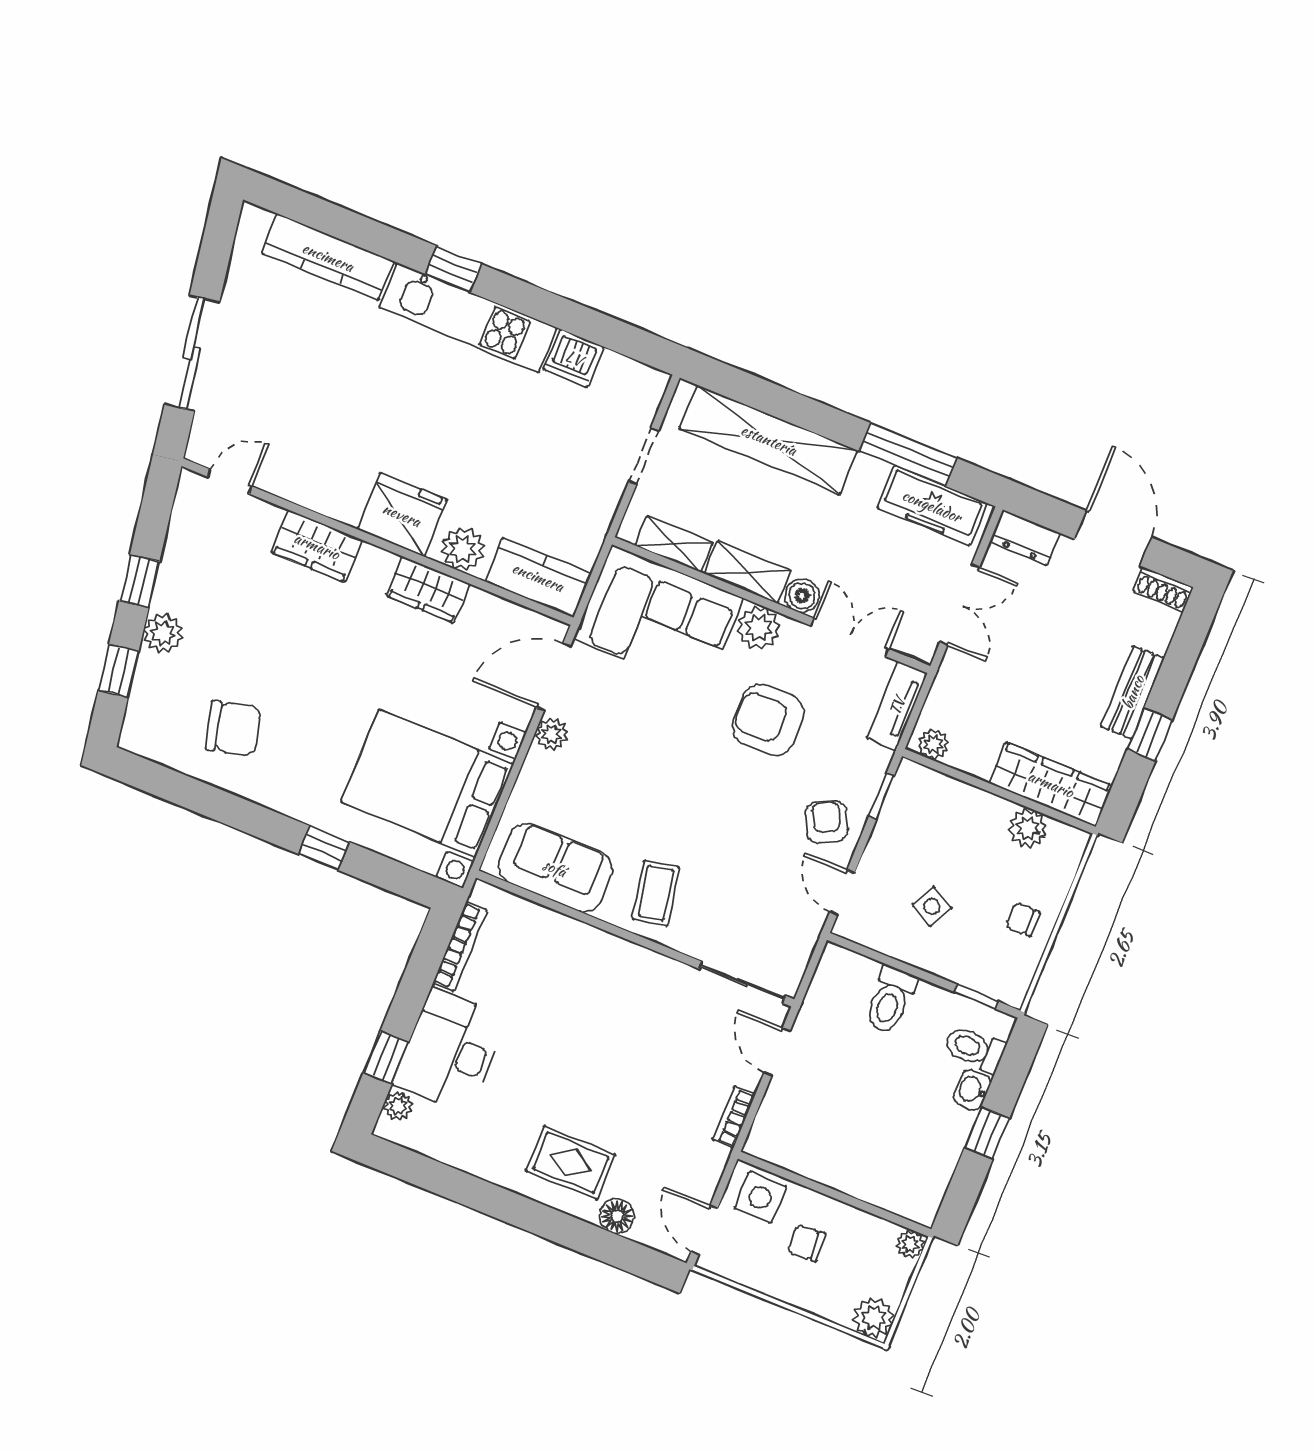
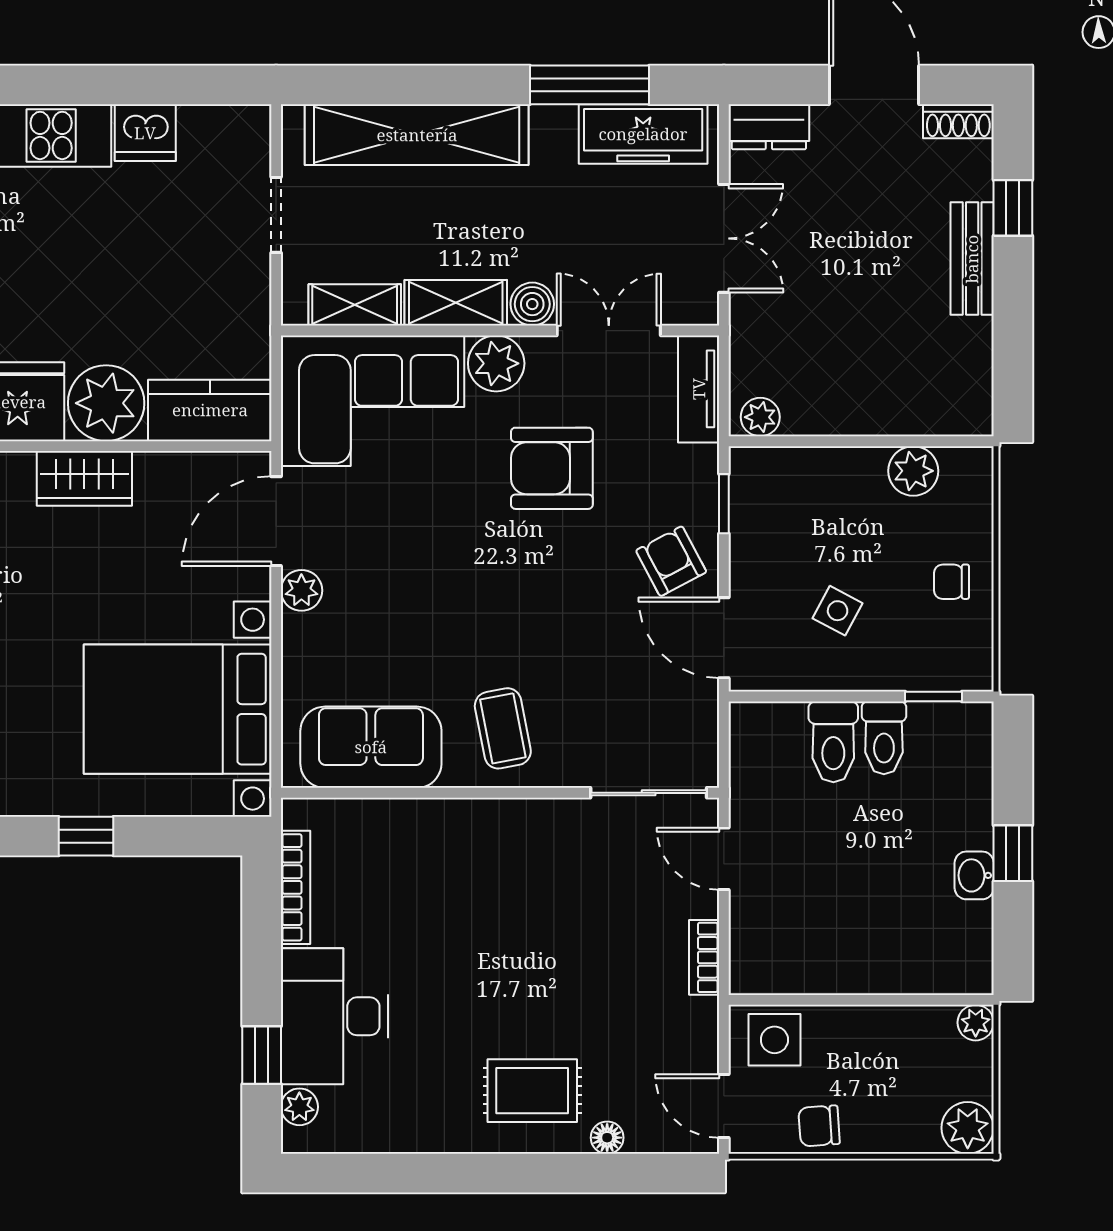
plant: (463, 549) -> (106, 403), width x1.36, depth x1.36
window: (1150, 734) -> (1013, 208), moved
wardrobe: (1051, 784) -> (919, 408), removed
door: (842, 893) -> (724, 638), width x1.38
toilet: (975, 1049) -> (884, 738), moved, turned -90
washbasin: (972, 1090) -> (974, 875), moved
floor lamp: (617, 1216) -> (607, 1138), width x0.73, depth x0.73
chair: (806, 1243) -> (819, 1126), moved

